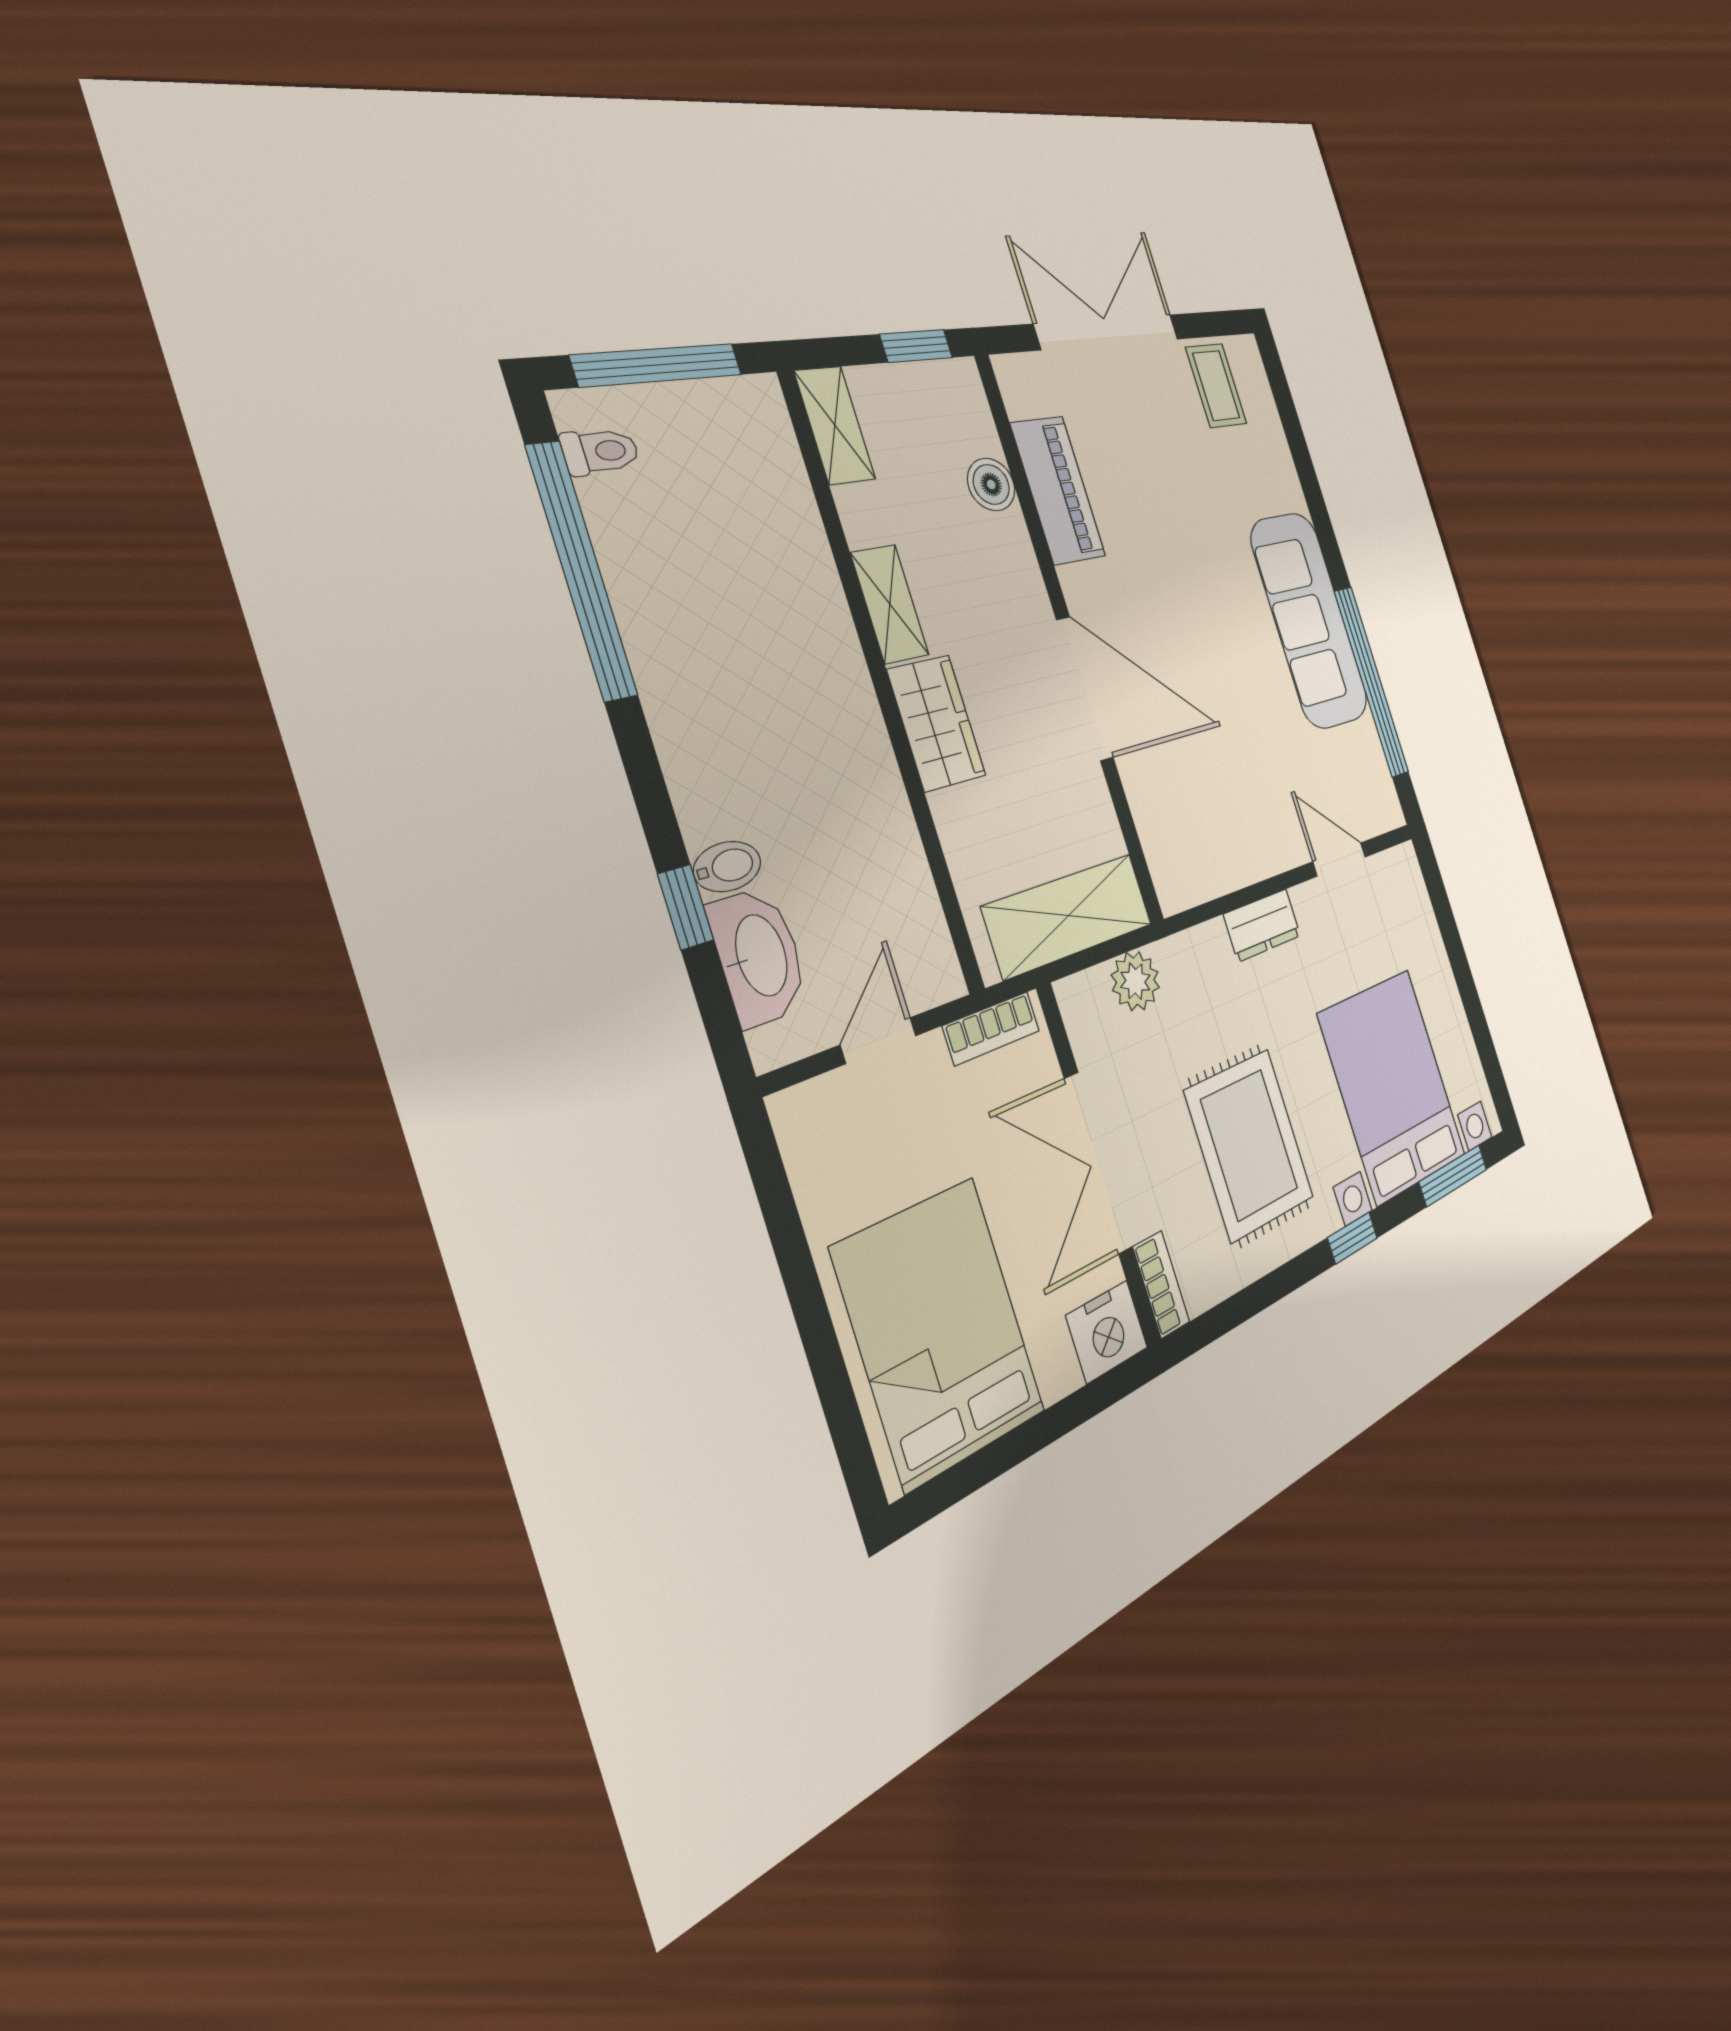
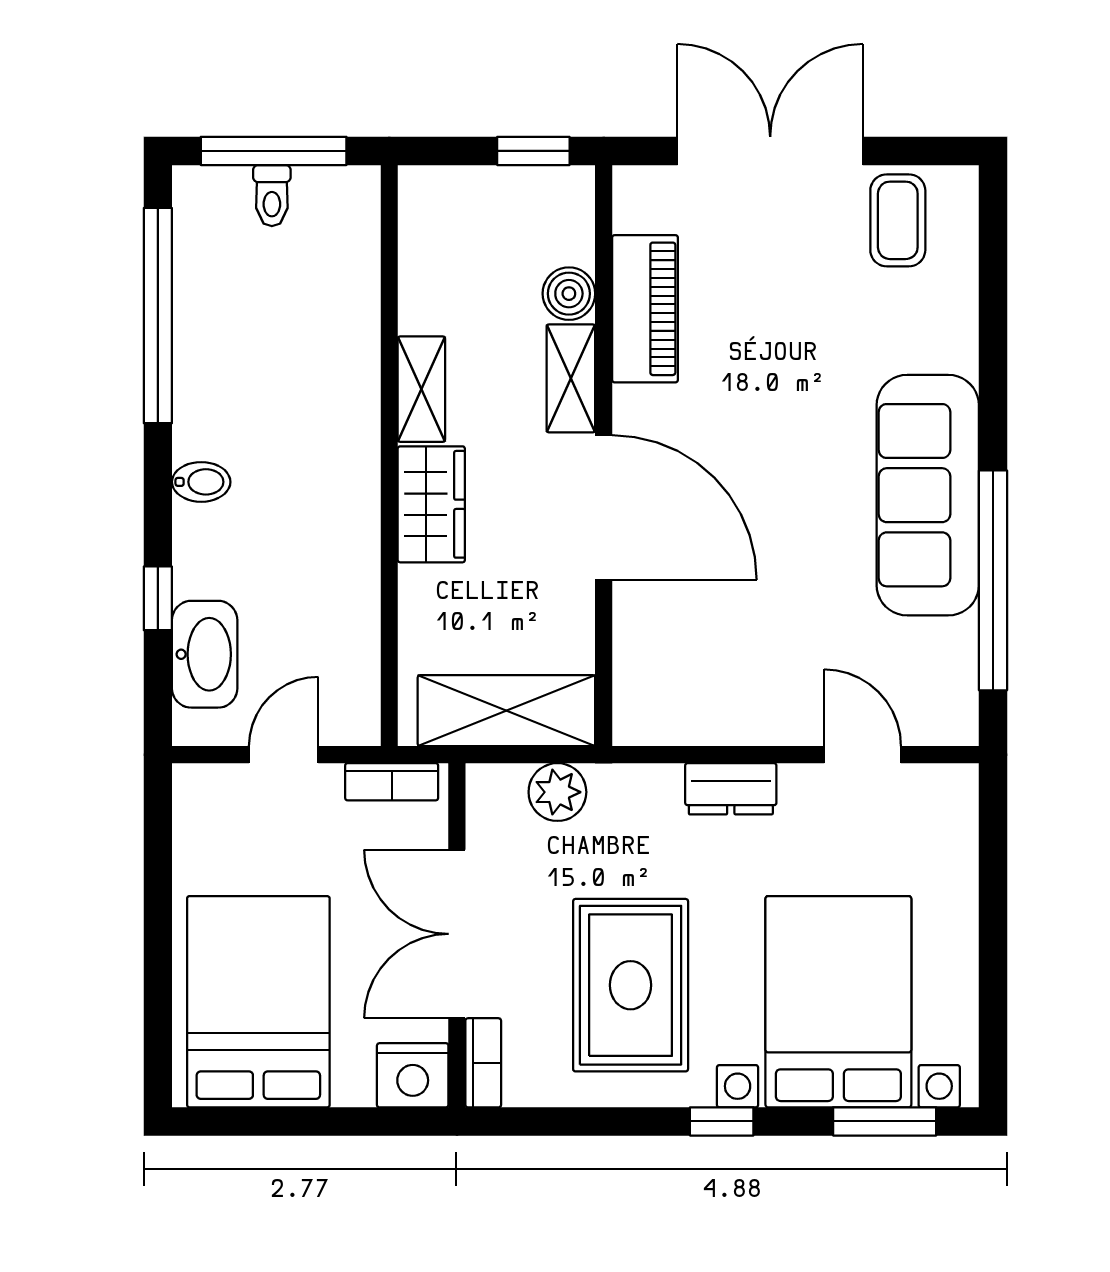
shelving: (835, 425) -> (571, 378), moved
toilet: (600, 451) -> (272, 196), moved, turned 90
bidet: (727, 866) -> (201, 482), moved

